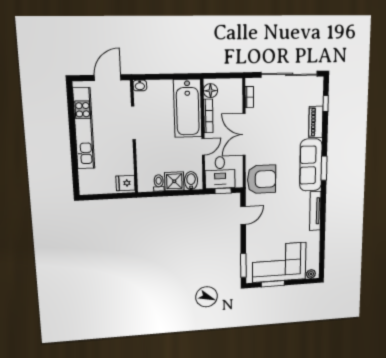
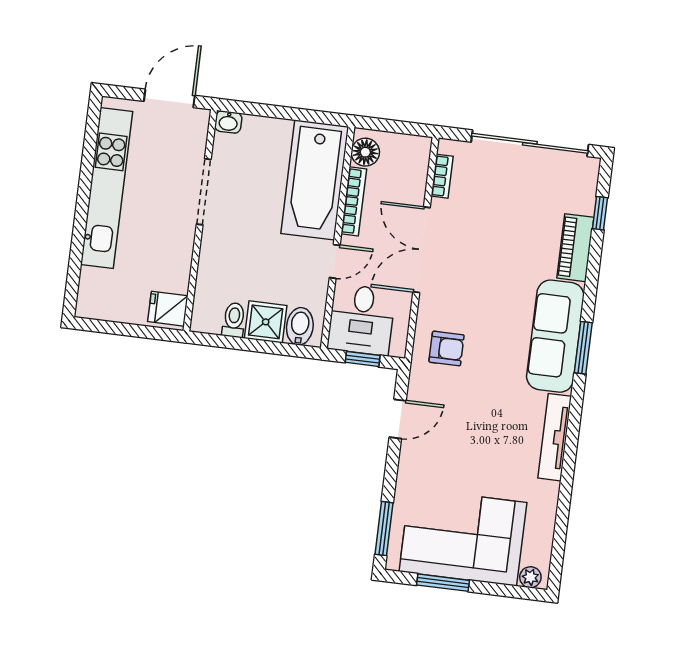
armchair: (262, 179) -> (447, 349), width x0.53, depth x0.53

